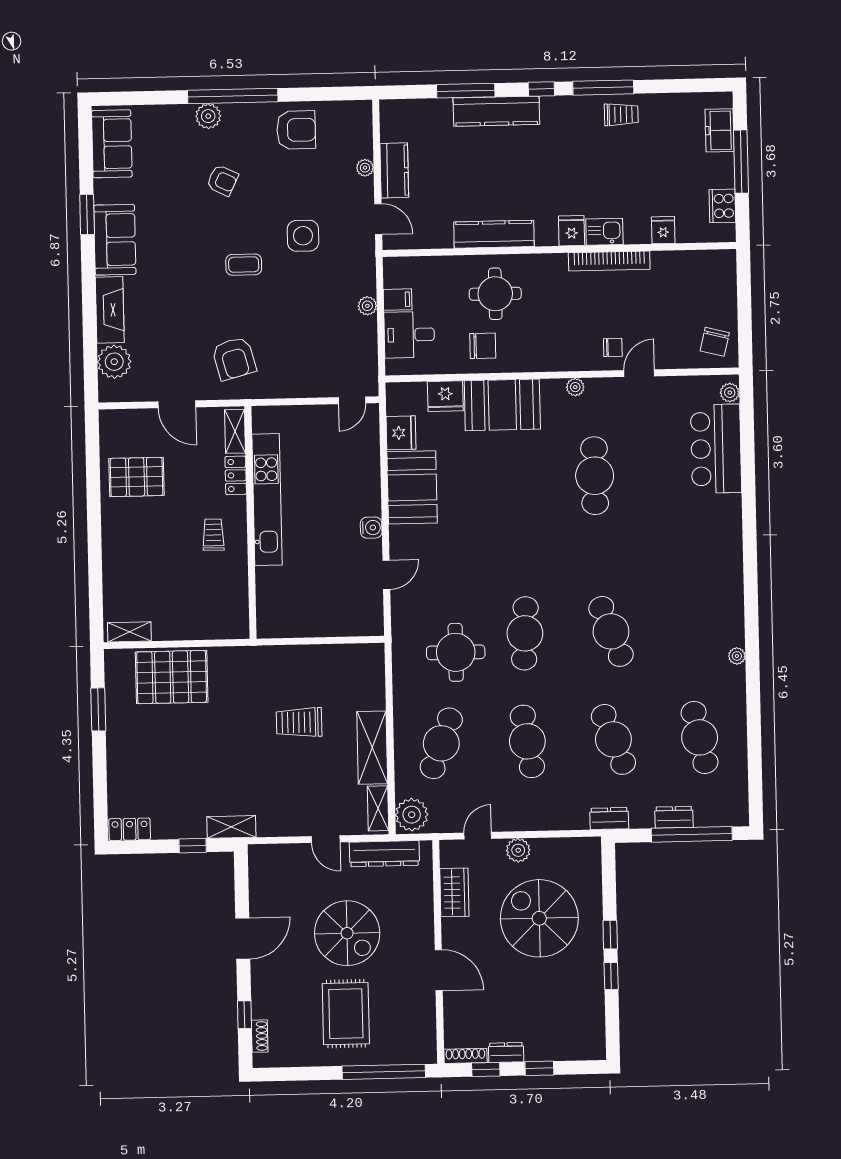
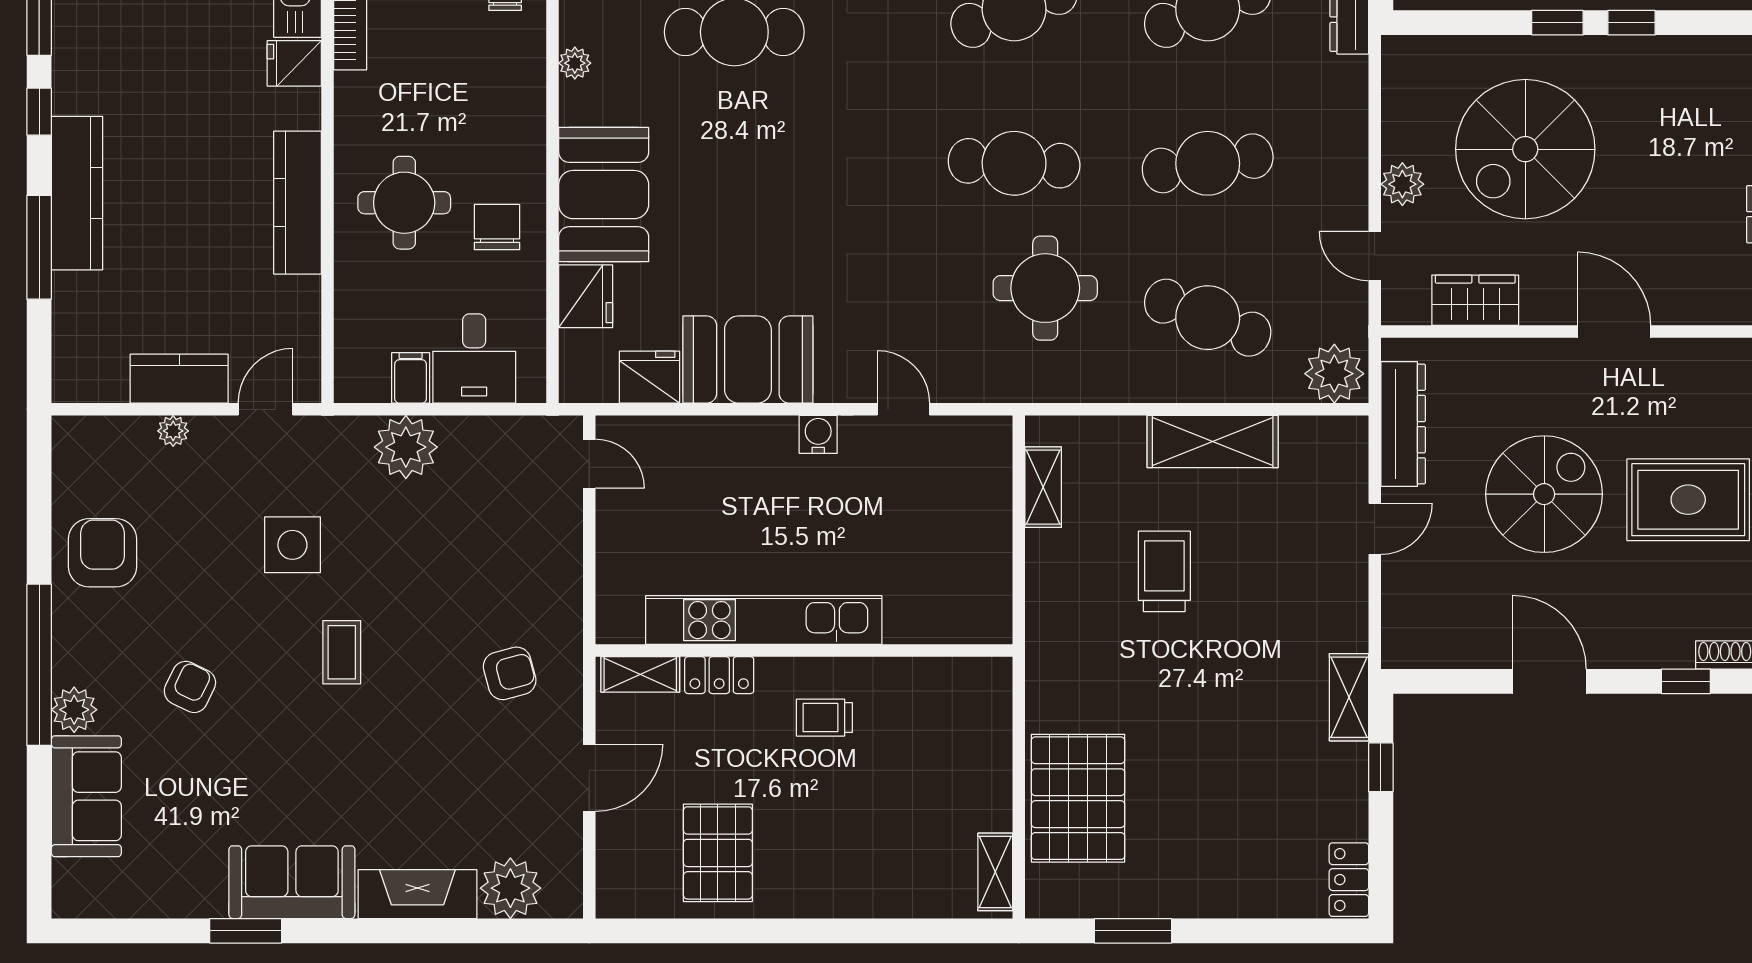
sofa: (112, 144) -> (86, 796), moved, turned 90
plant: (367, 306) -> (406, 447), width x1.87, depth x1.87
armchair: (234, 358) -> (510, 673), width x0.72, depth x0.72
trolley: (299, 722) -> (1164, 571), turned 180
shelving: (378, 808) -> (1043, 487), moved, turned 90
door: (439, 970) -> (1614, 332), hinge flipped

